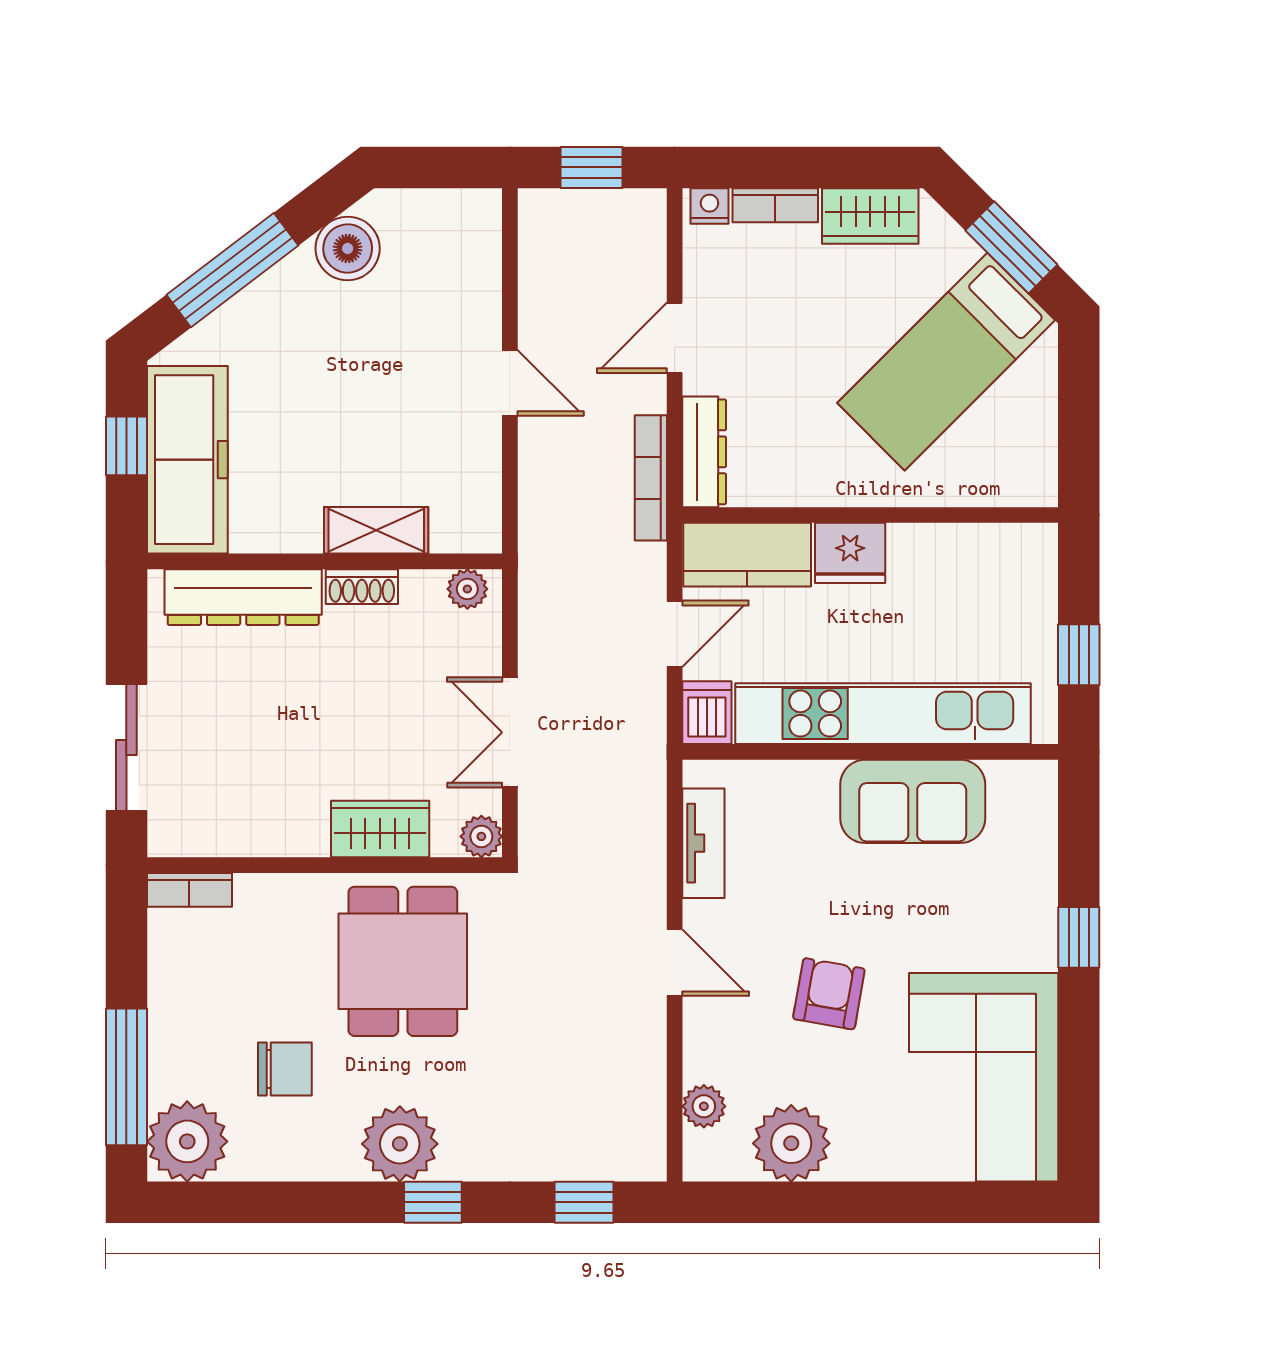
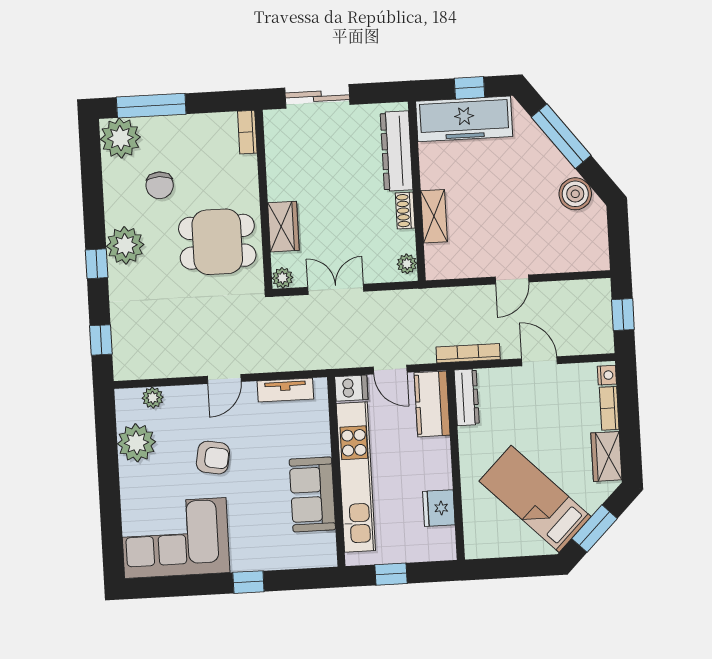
dresser: (704, 452) -> (467, 397), moved, turned -90
fridge: (850, 553) -> (439, 508), moved

